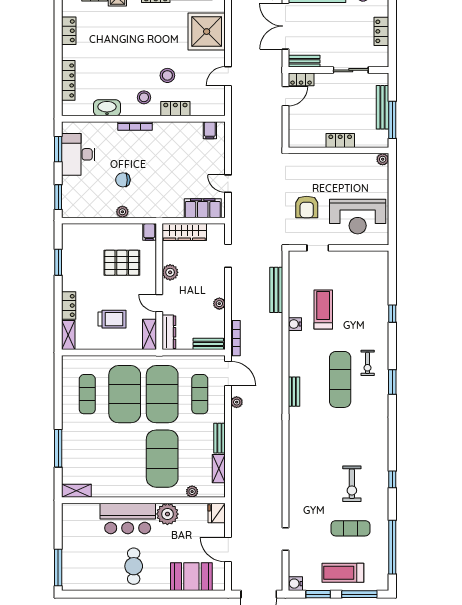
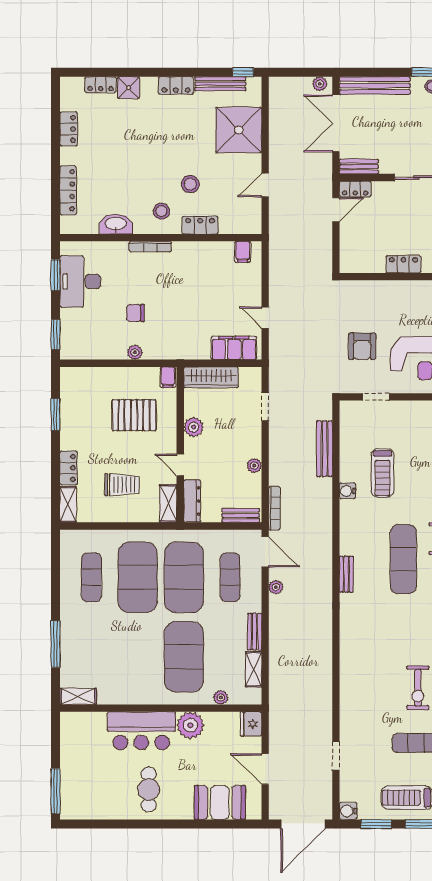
treadmill: (323, 309) -> (383, 473), turned 180

